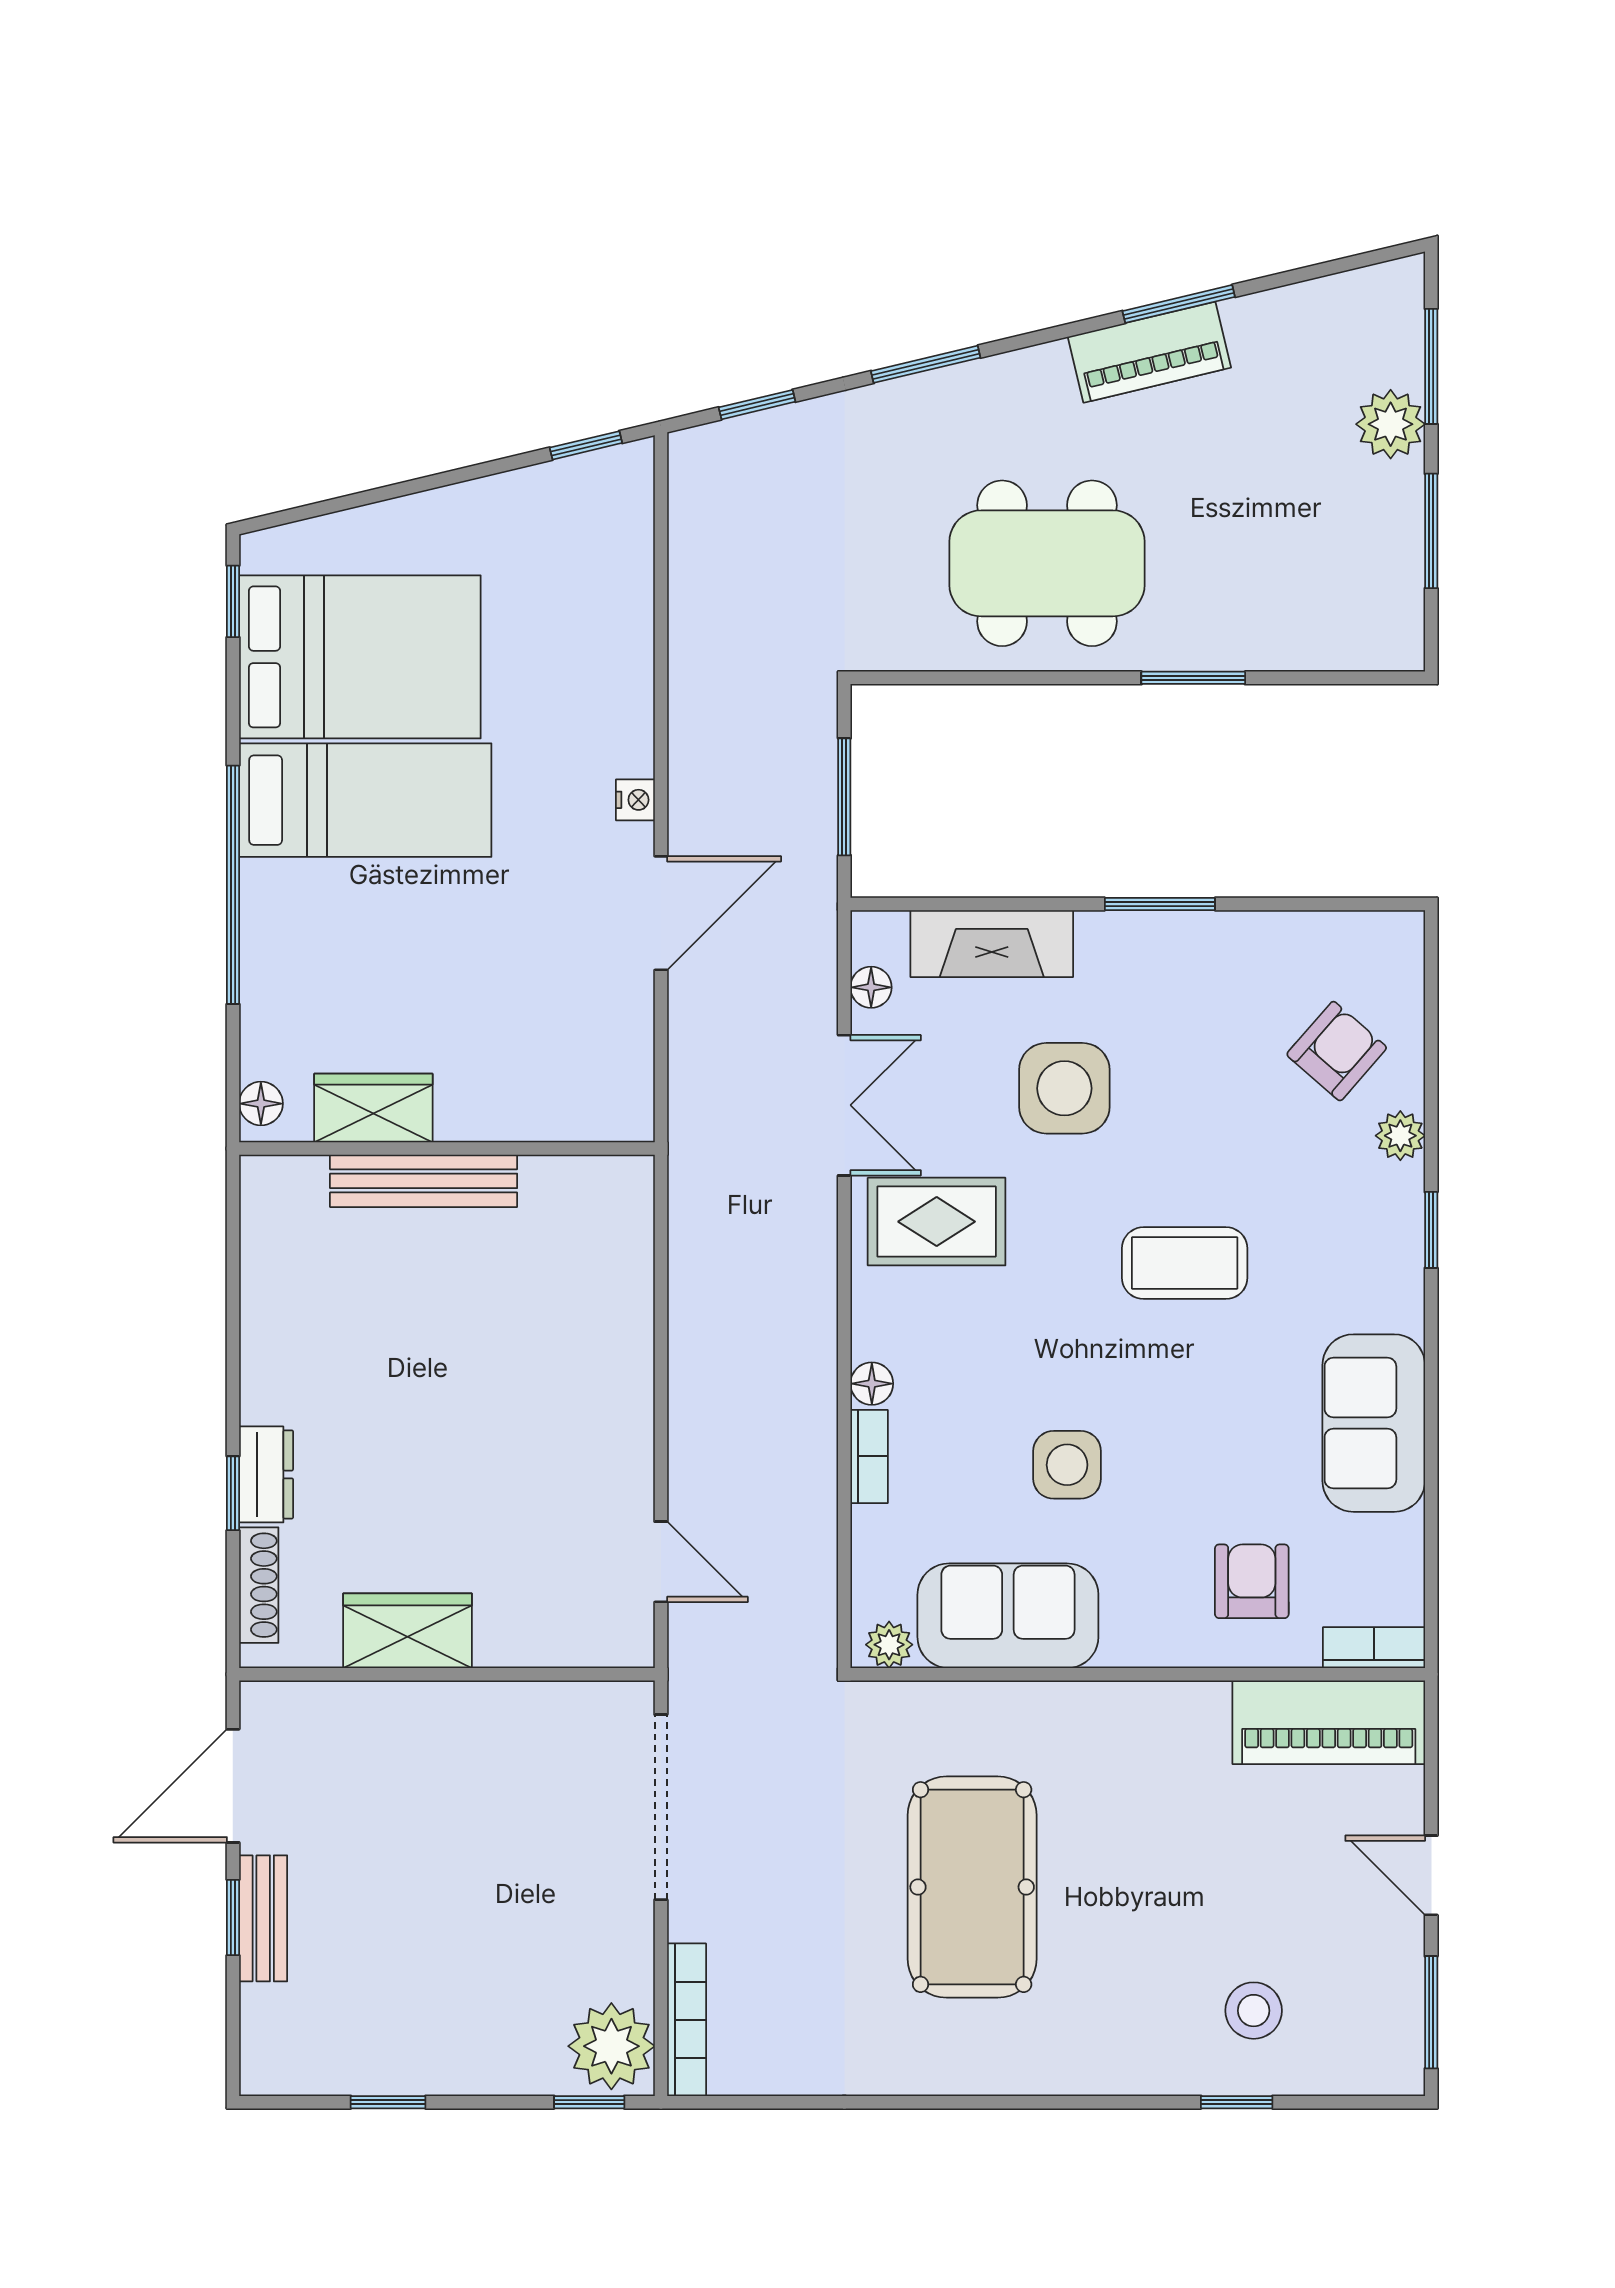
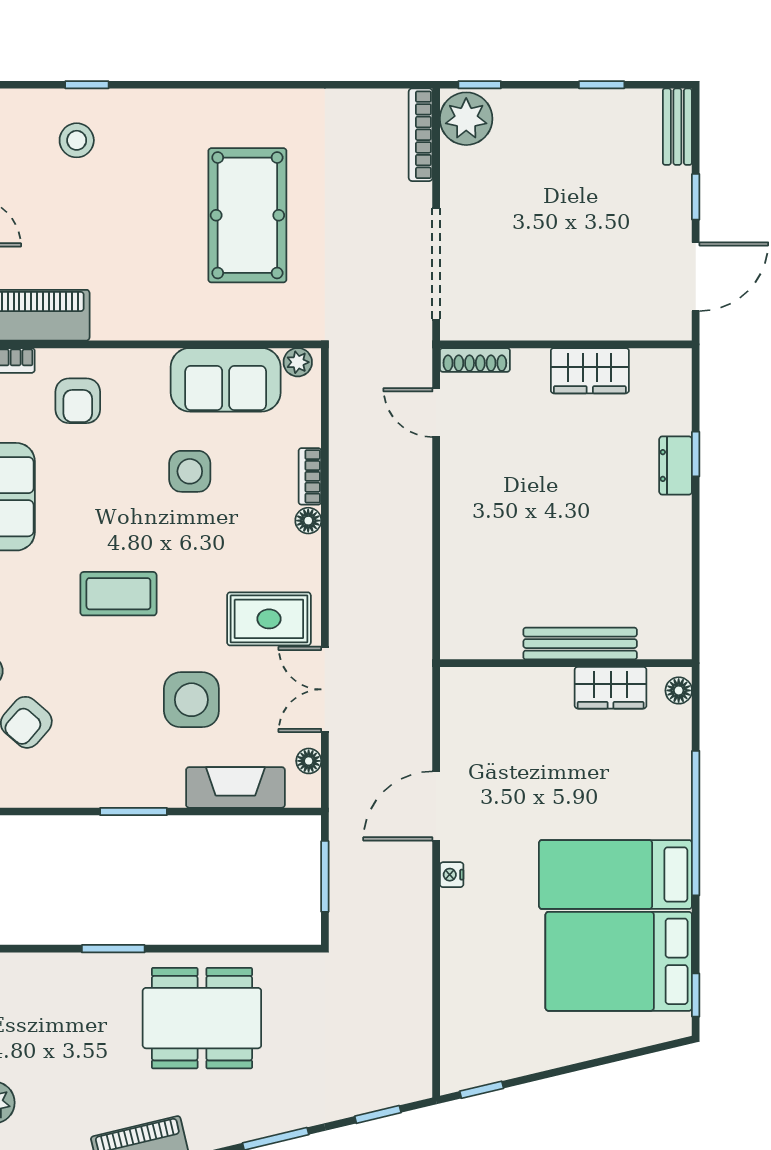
shoe rack: (259, 1585) -> (475, 360), moved, turned -90
bench: (263, 1918) -> (677, 127), moved

